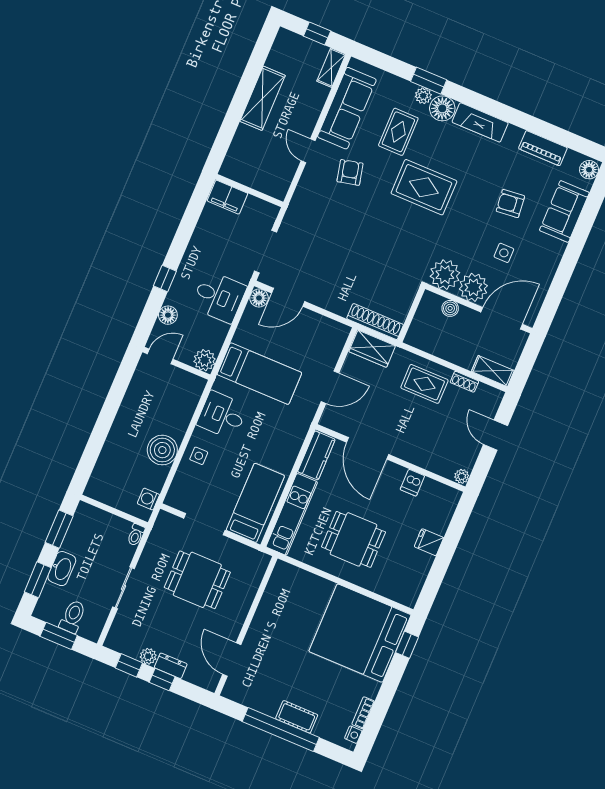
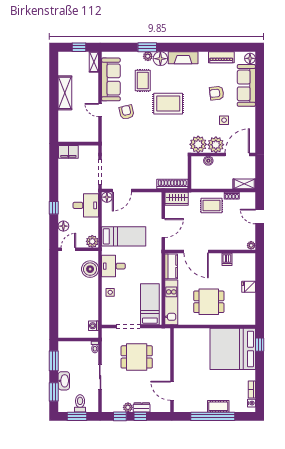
sofa: (564, 211) -> (246, 85), width x1.36
boiler: (162, 450) -> (90, 269), moved

